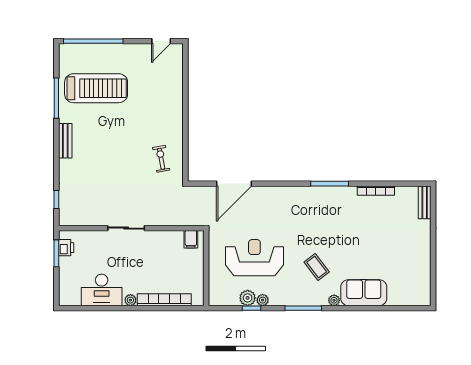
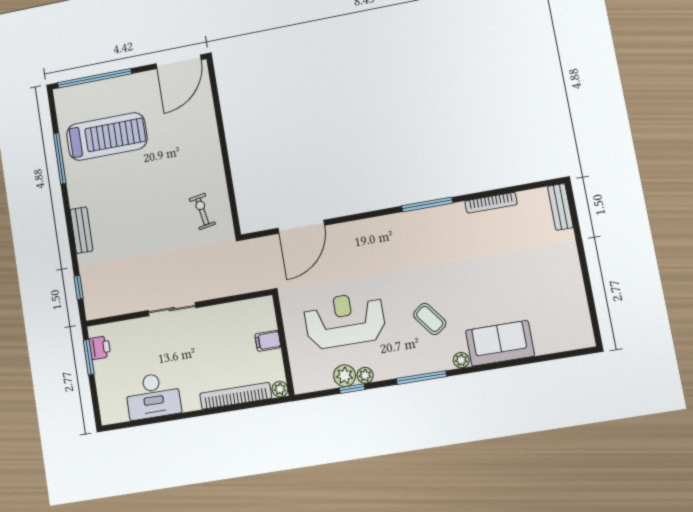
door: (161, 41) -> (179, 62), width x1.87
bench: (65, 141) -> (81, 230), moved
filing cabinet: (191, 239) -> (268, 341), moved, turned 90
plant: (130, 300) -> (280, 389), moved

